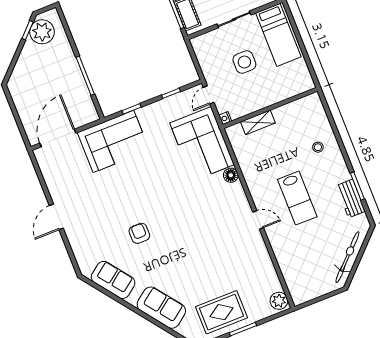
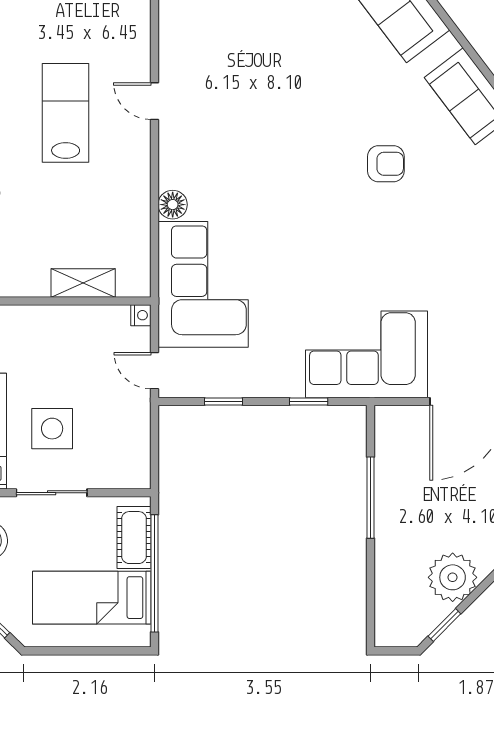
plant: (42, 32) -> (453, 577), moved
side table: (244, 62) -> (52, 429), moved
door: (209, 95) -> (155, 371), swing flipped
armchair: (139, 233) -> (386, 164), turned -90

